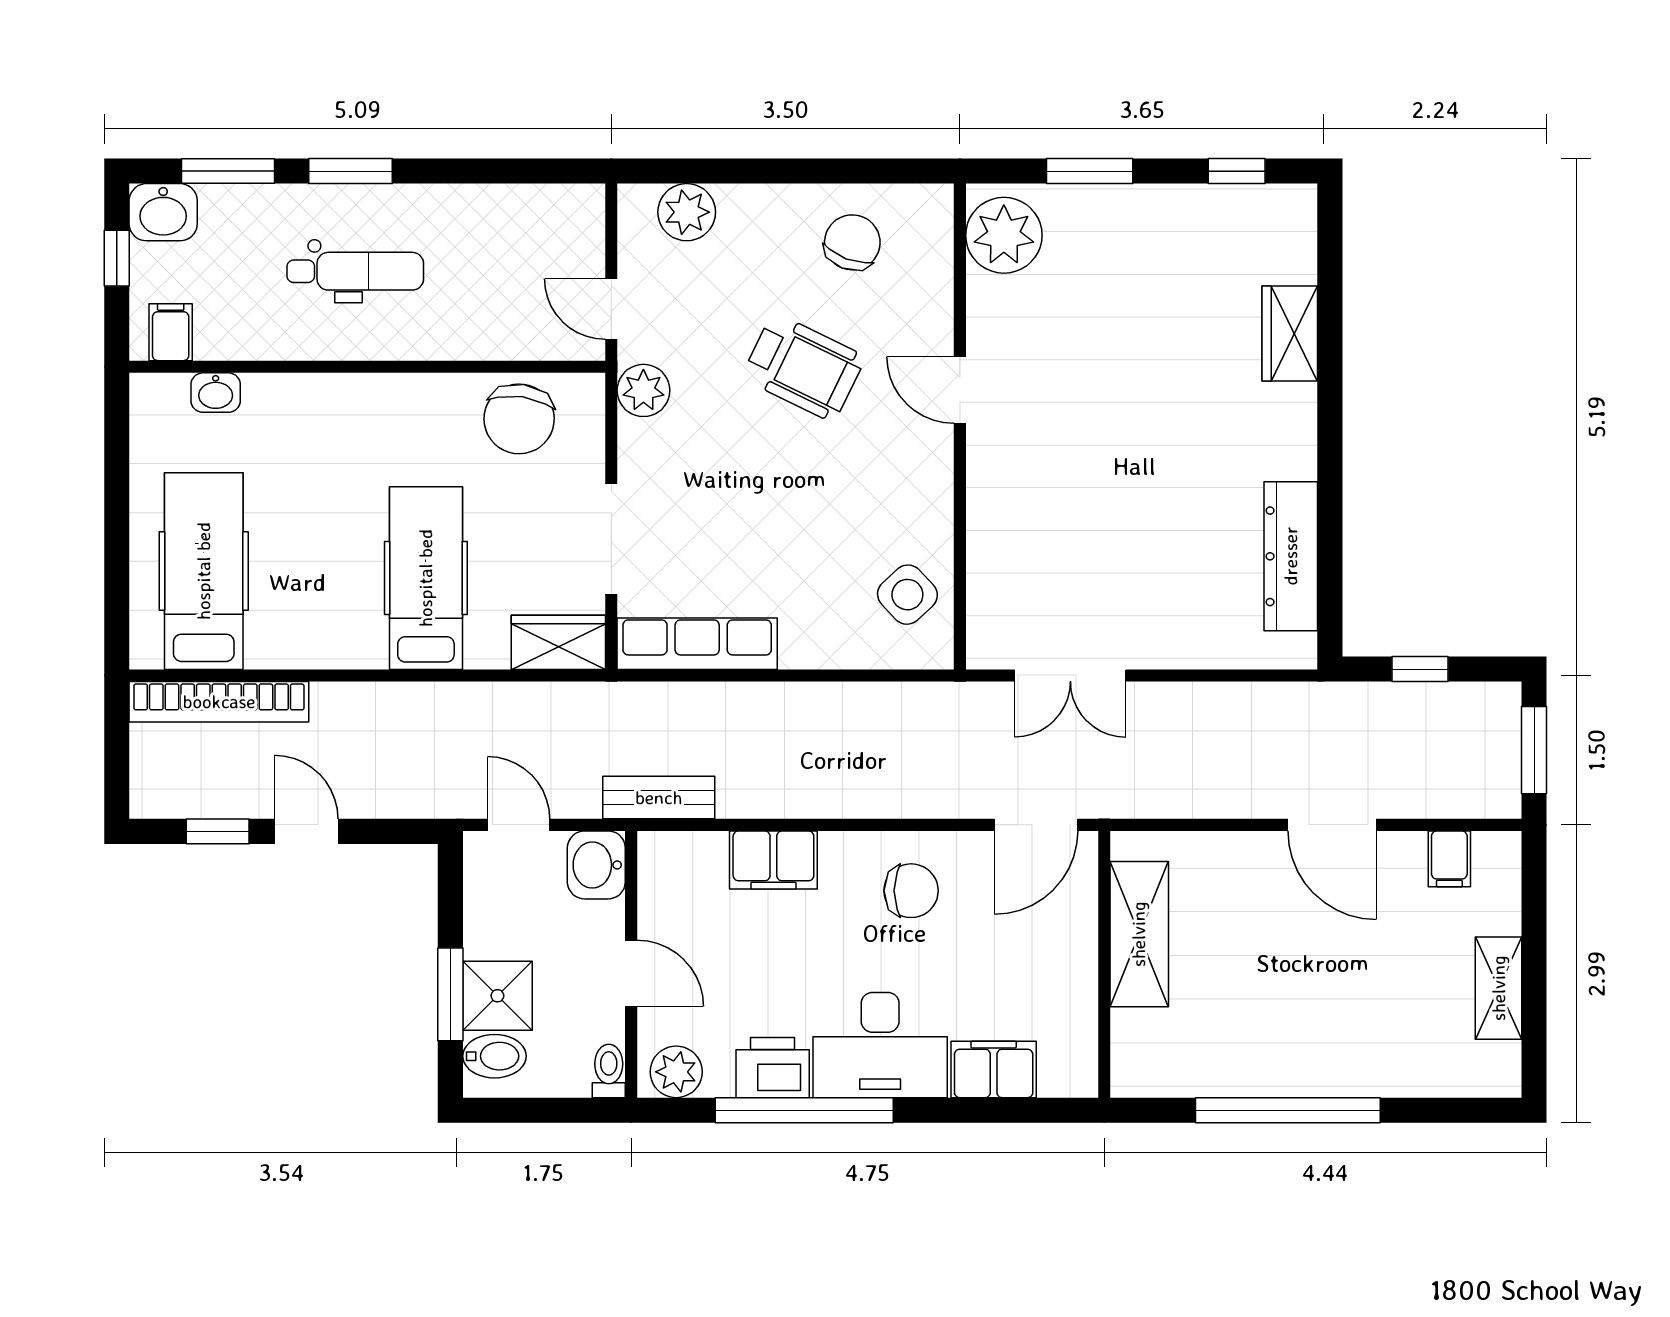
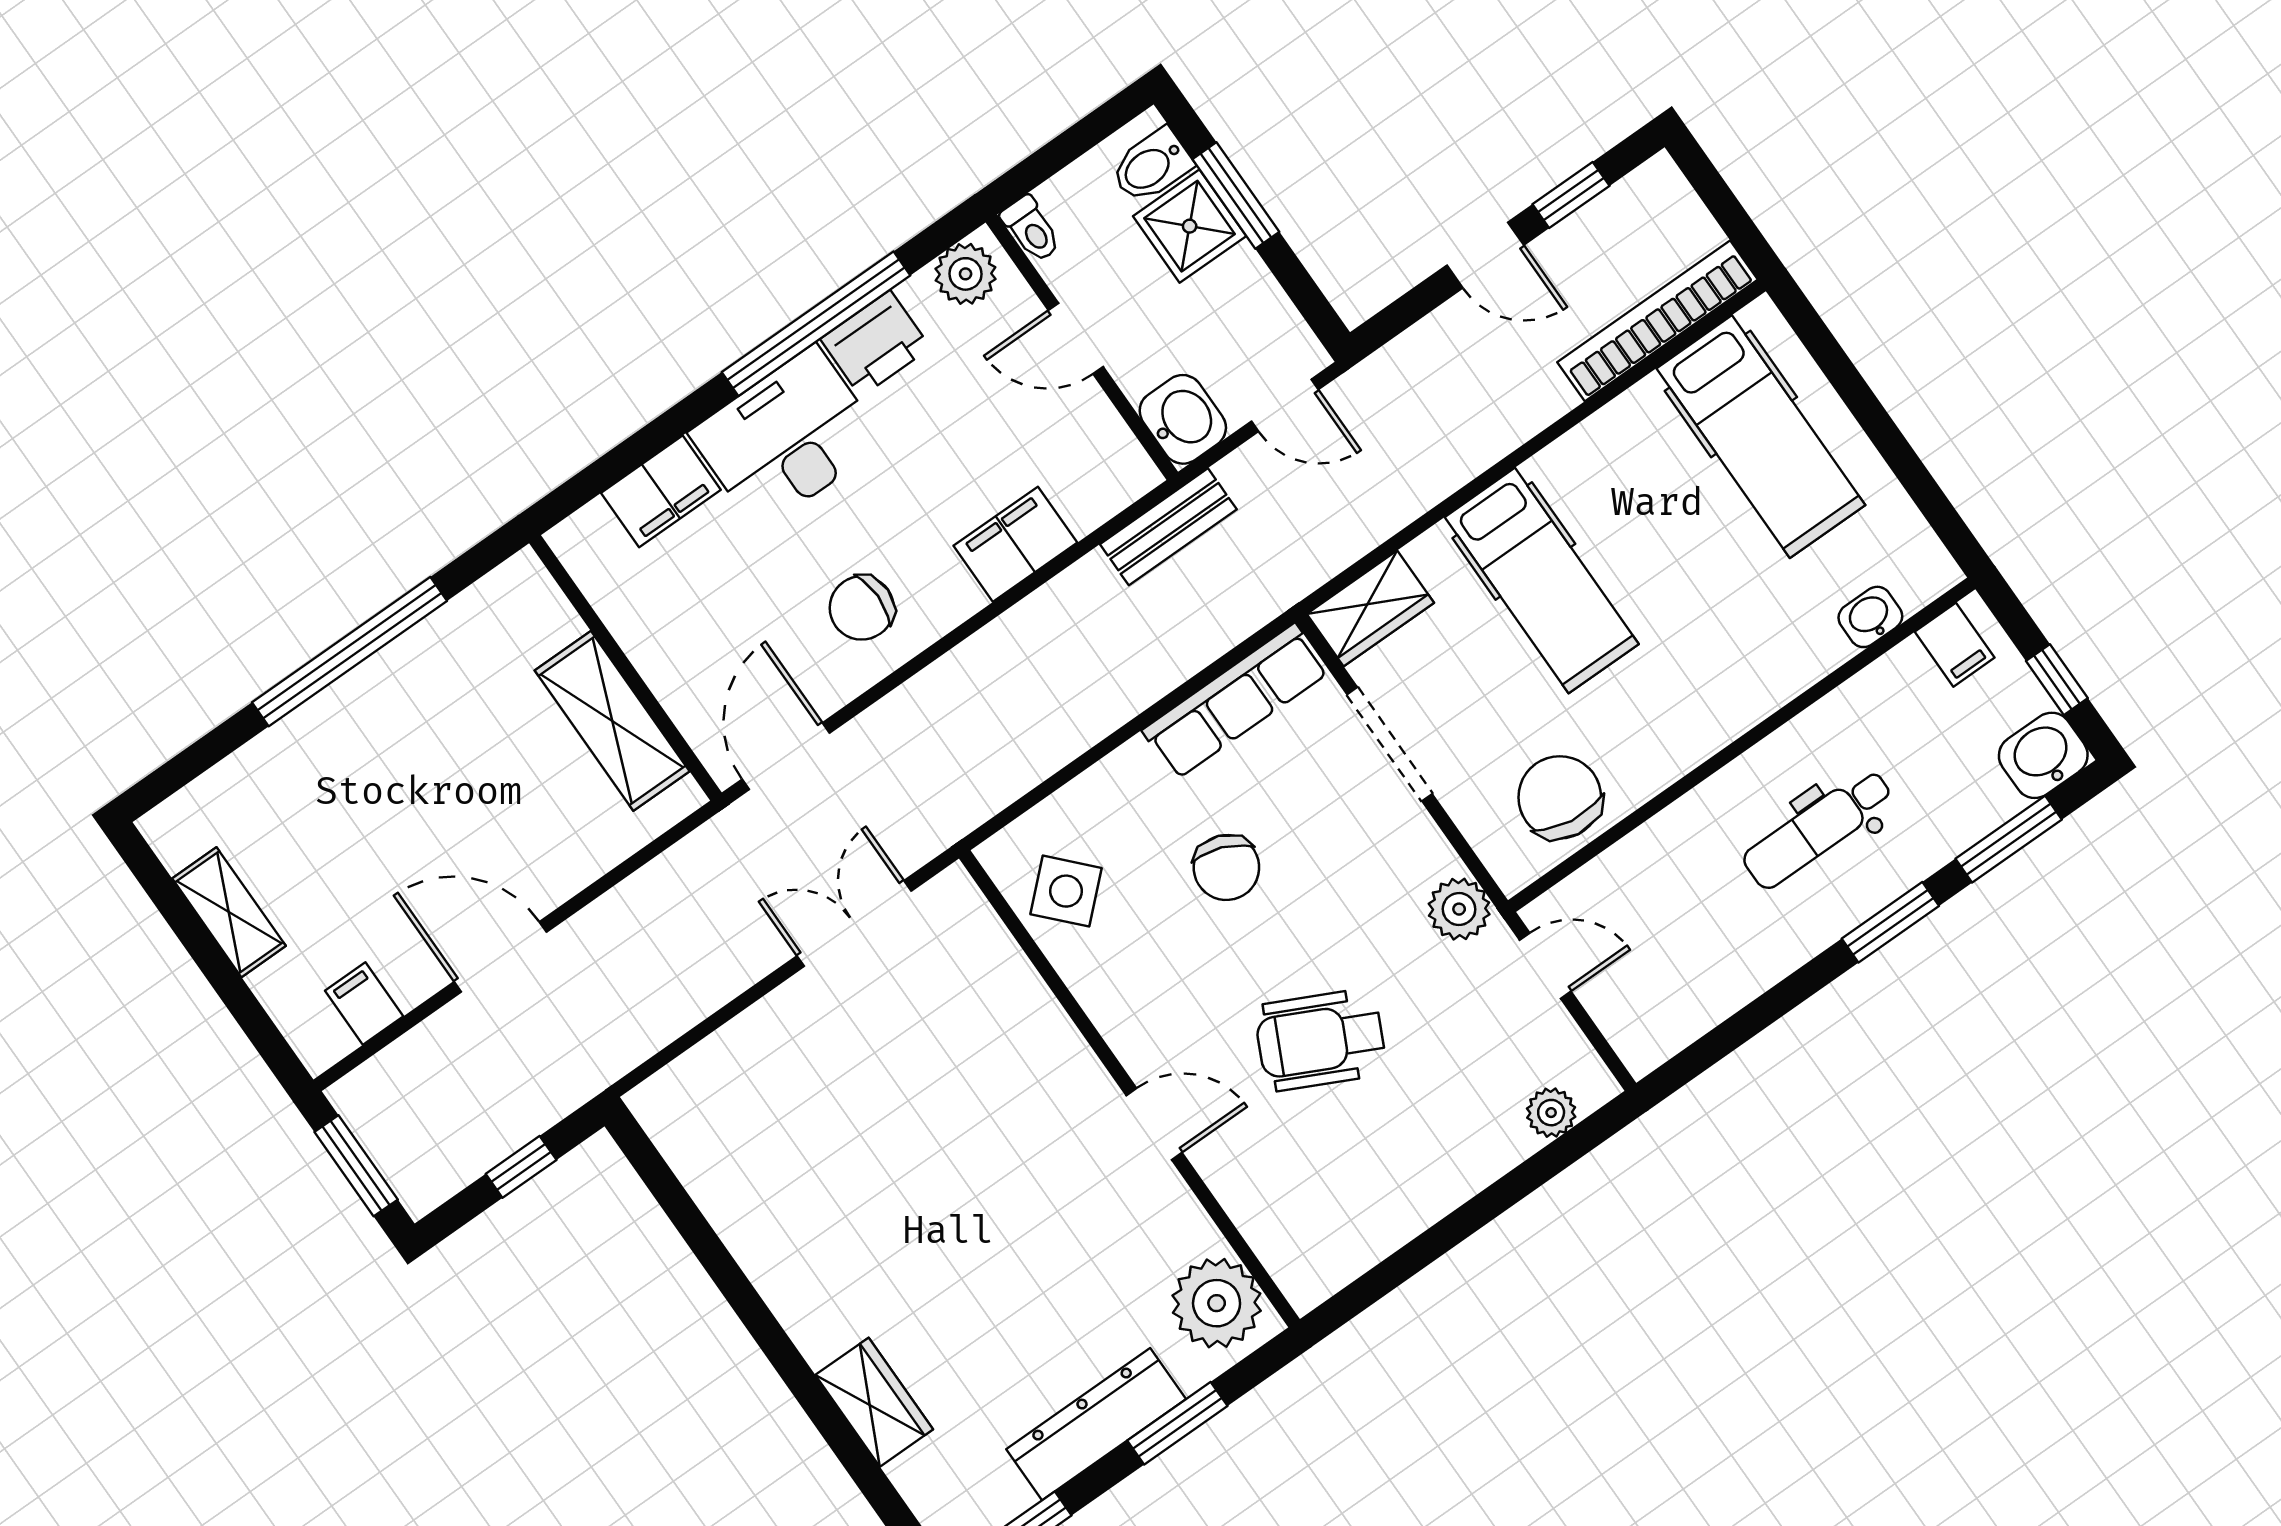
plant: (687, 212) -> (1551, 1113), width x0.73, depth x0.73
chair: (852, 242) -> (1226, 868), moved
dresser: (1291, 556) -> (1096, 1424), moved, turned -90

